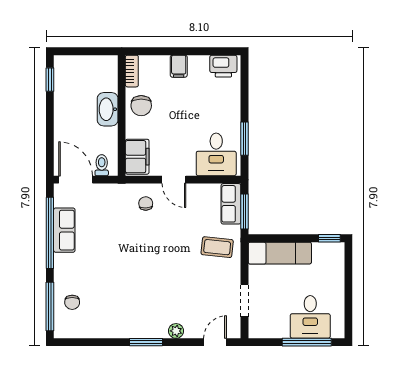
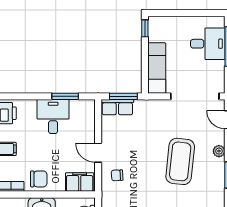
desk: (216, 154) -> (53, 116), moved, turned -90
door: (174, 180) -> (98, 153), swing flipped
coffee table: (217, 247) -> (180, 161), moved, width x1.86, depth x1.72
doorway: (244, 301) -> (195, 96), width x1.88

